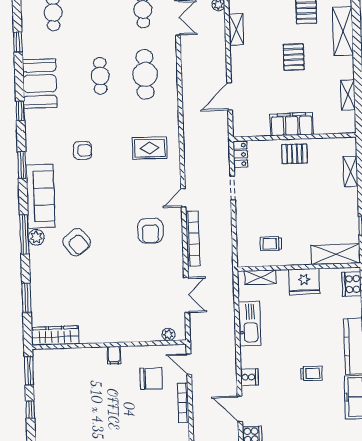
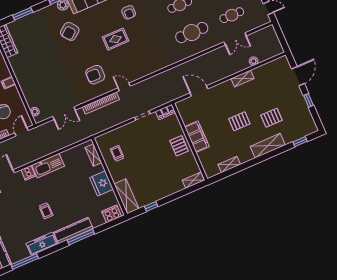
rug: (150, 148) -> (116, 39), moved, turned 90
shelving: (351, 171) -> (193, 180), moved
kitchen sink: (250, 324) -> (48, 166), moved

